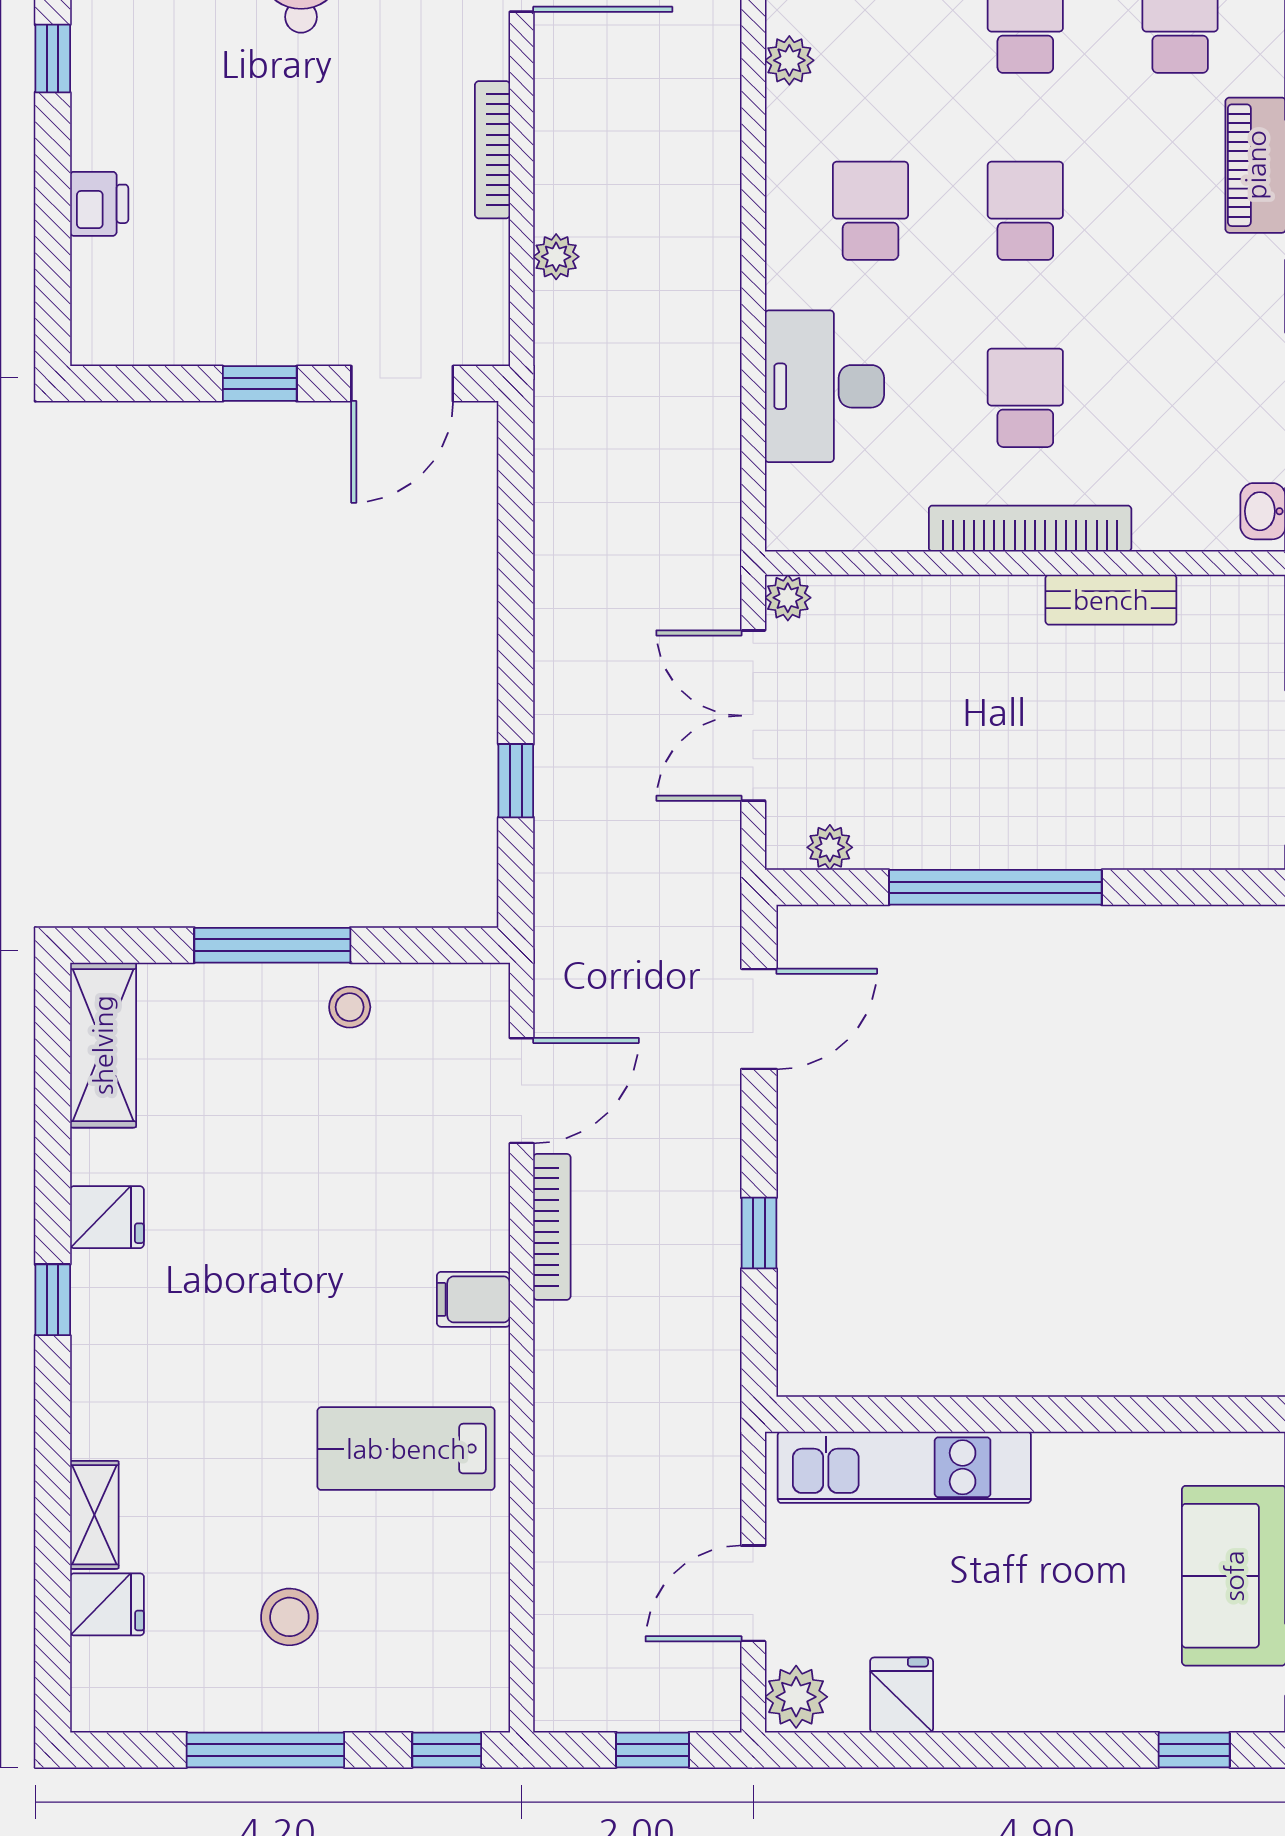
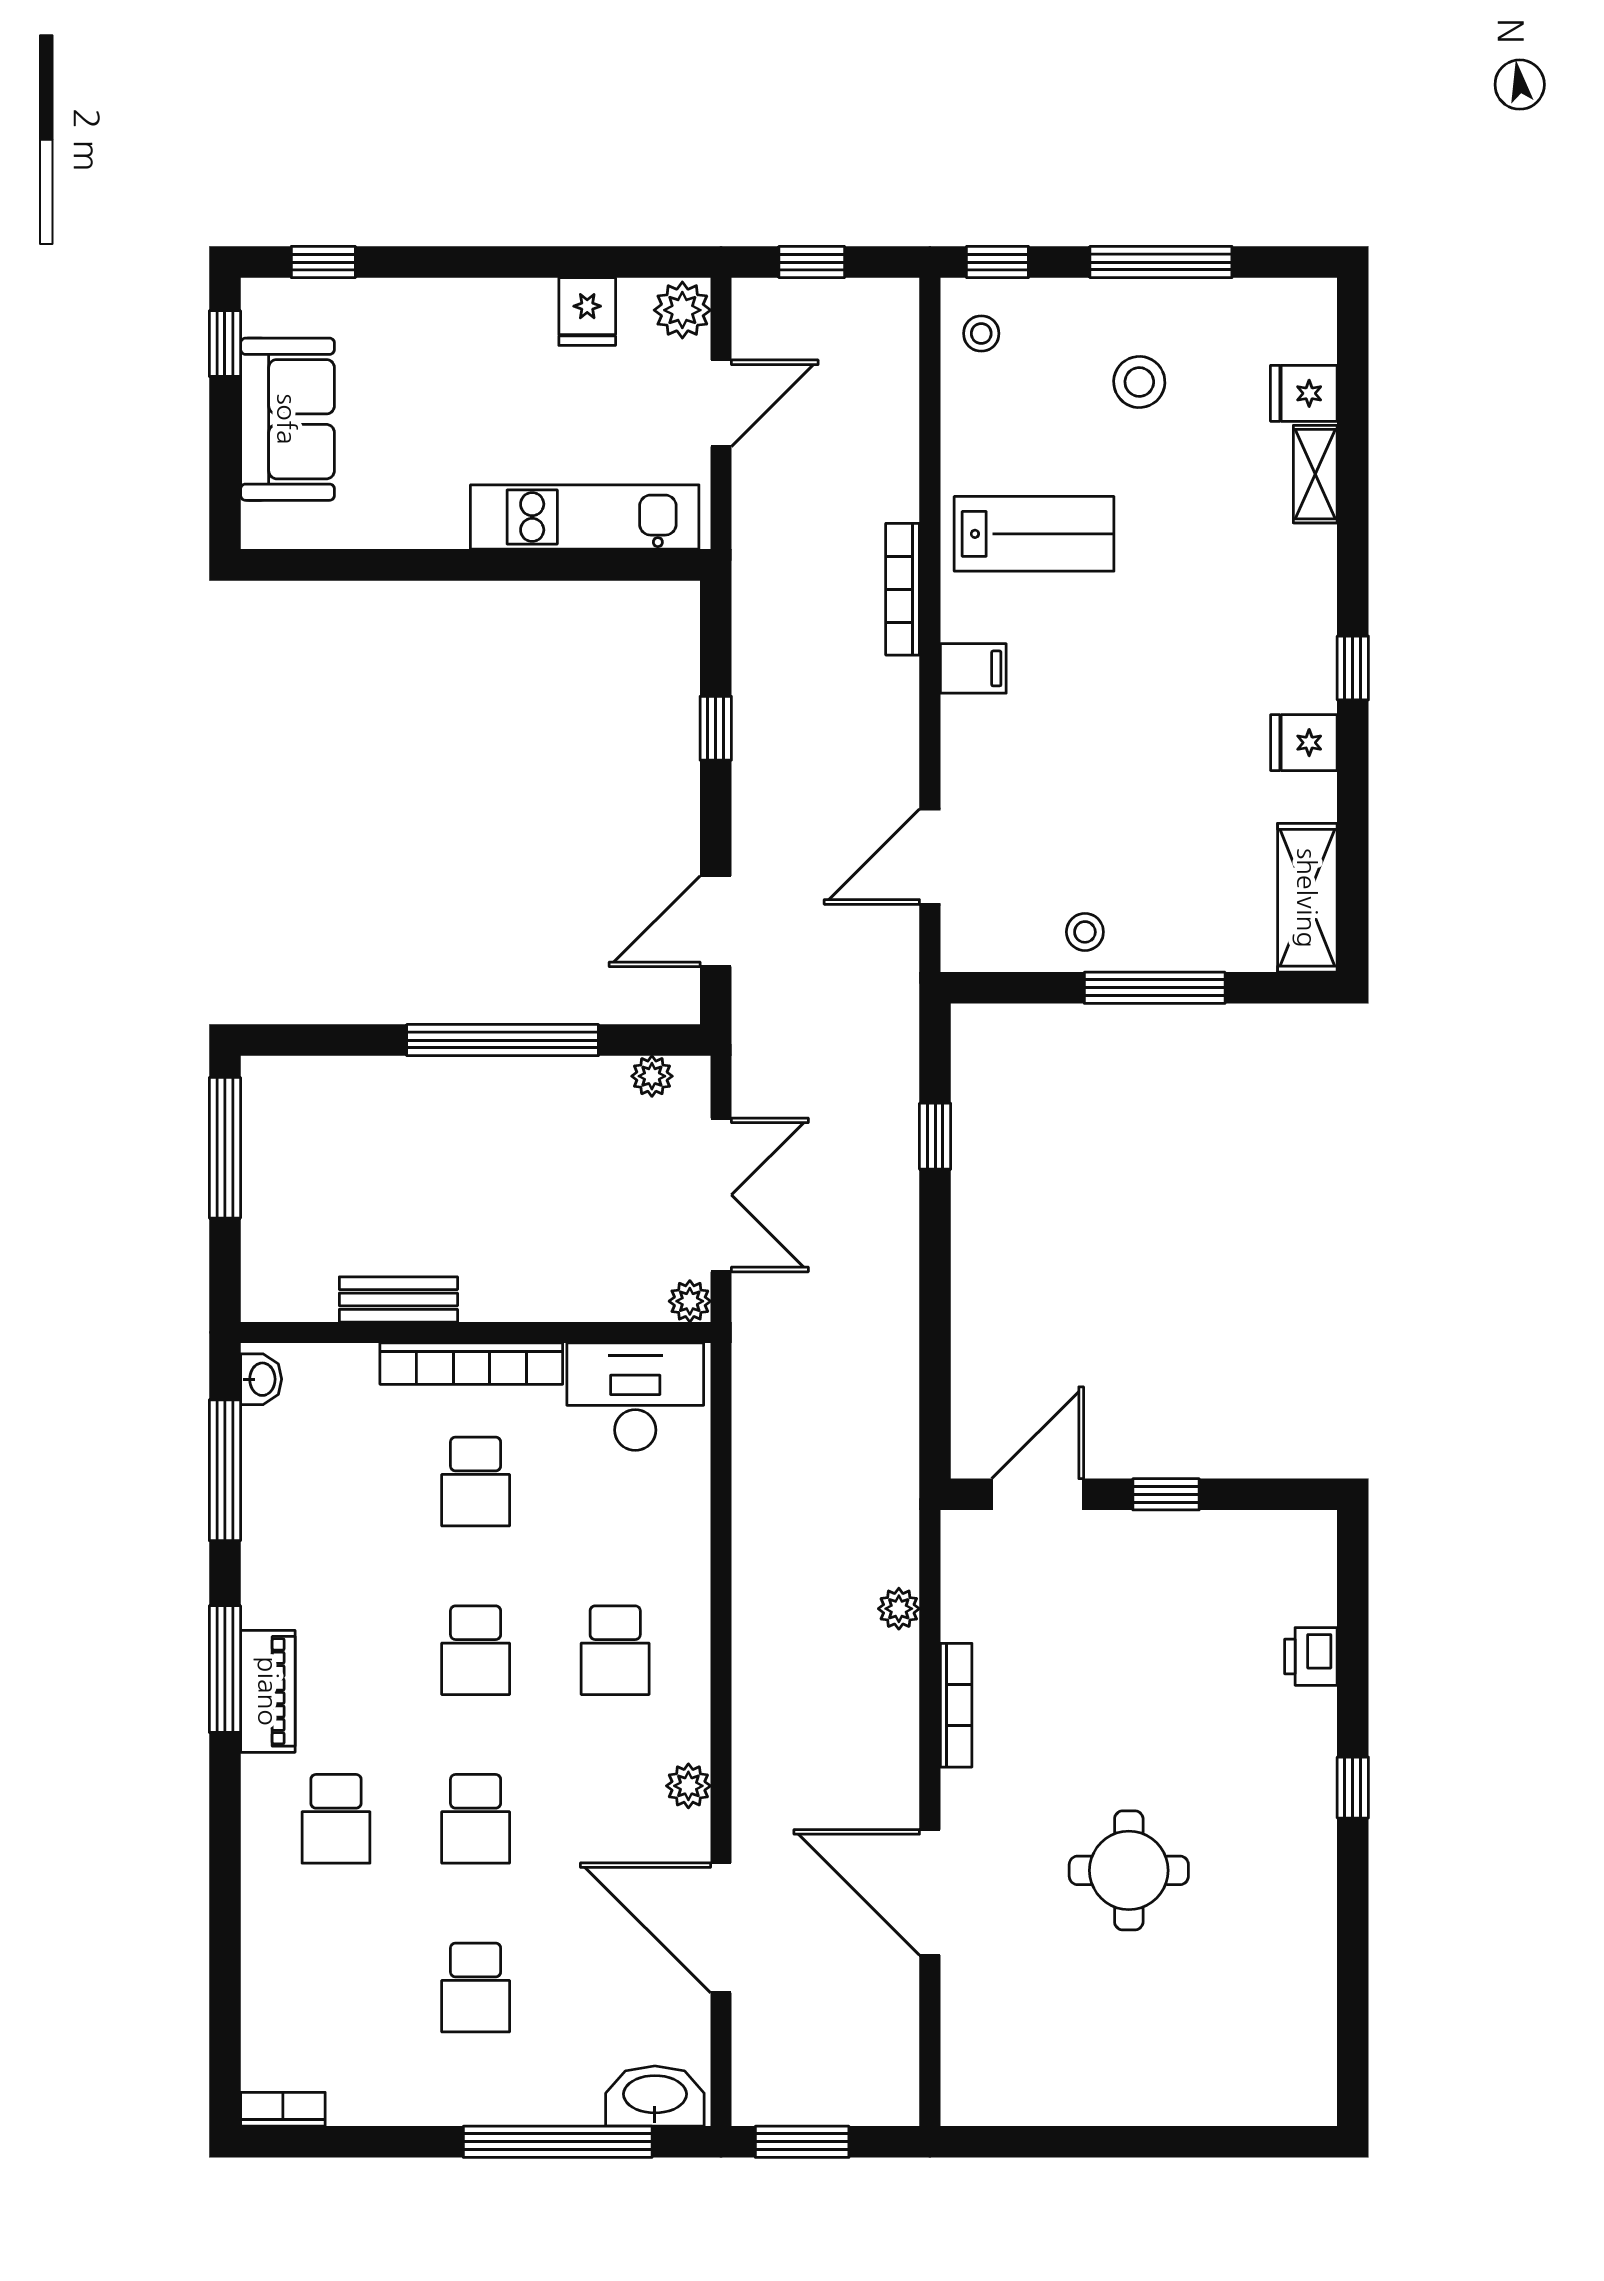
desk: (824, 386) -> (635, 1397), moved, turned -90
bookcase: (552, 1227) -> (903, 589), moved
stool: (465, 1671) -> (981, 333), added

